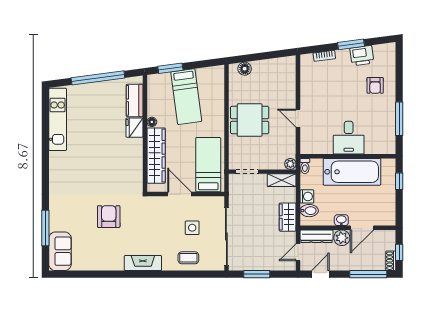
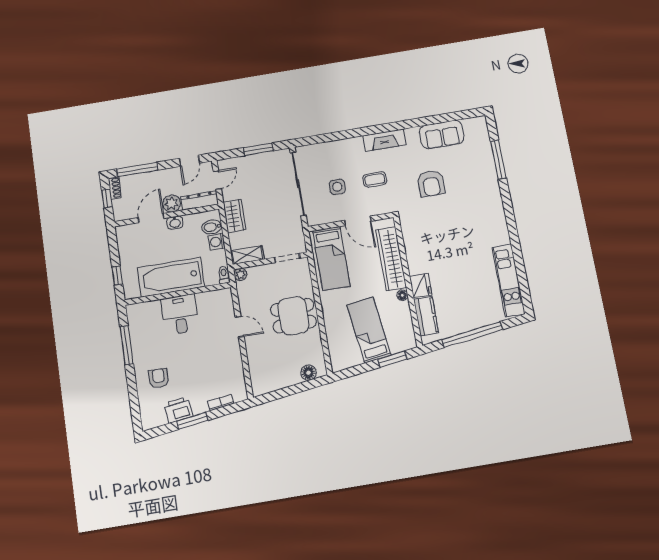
sofa: (60, 251) -> (442, 134), moved, turned -90
coffee table: (188, 258) -> (375, 180), moved

